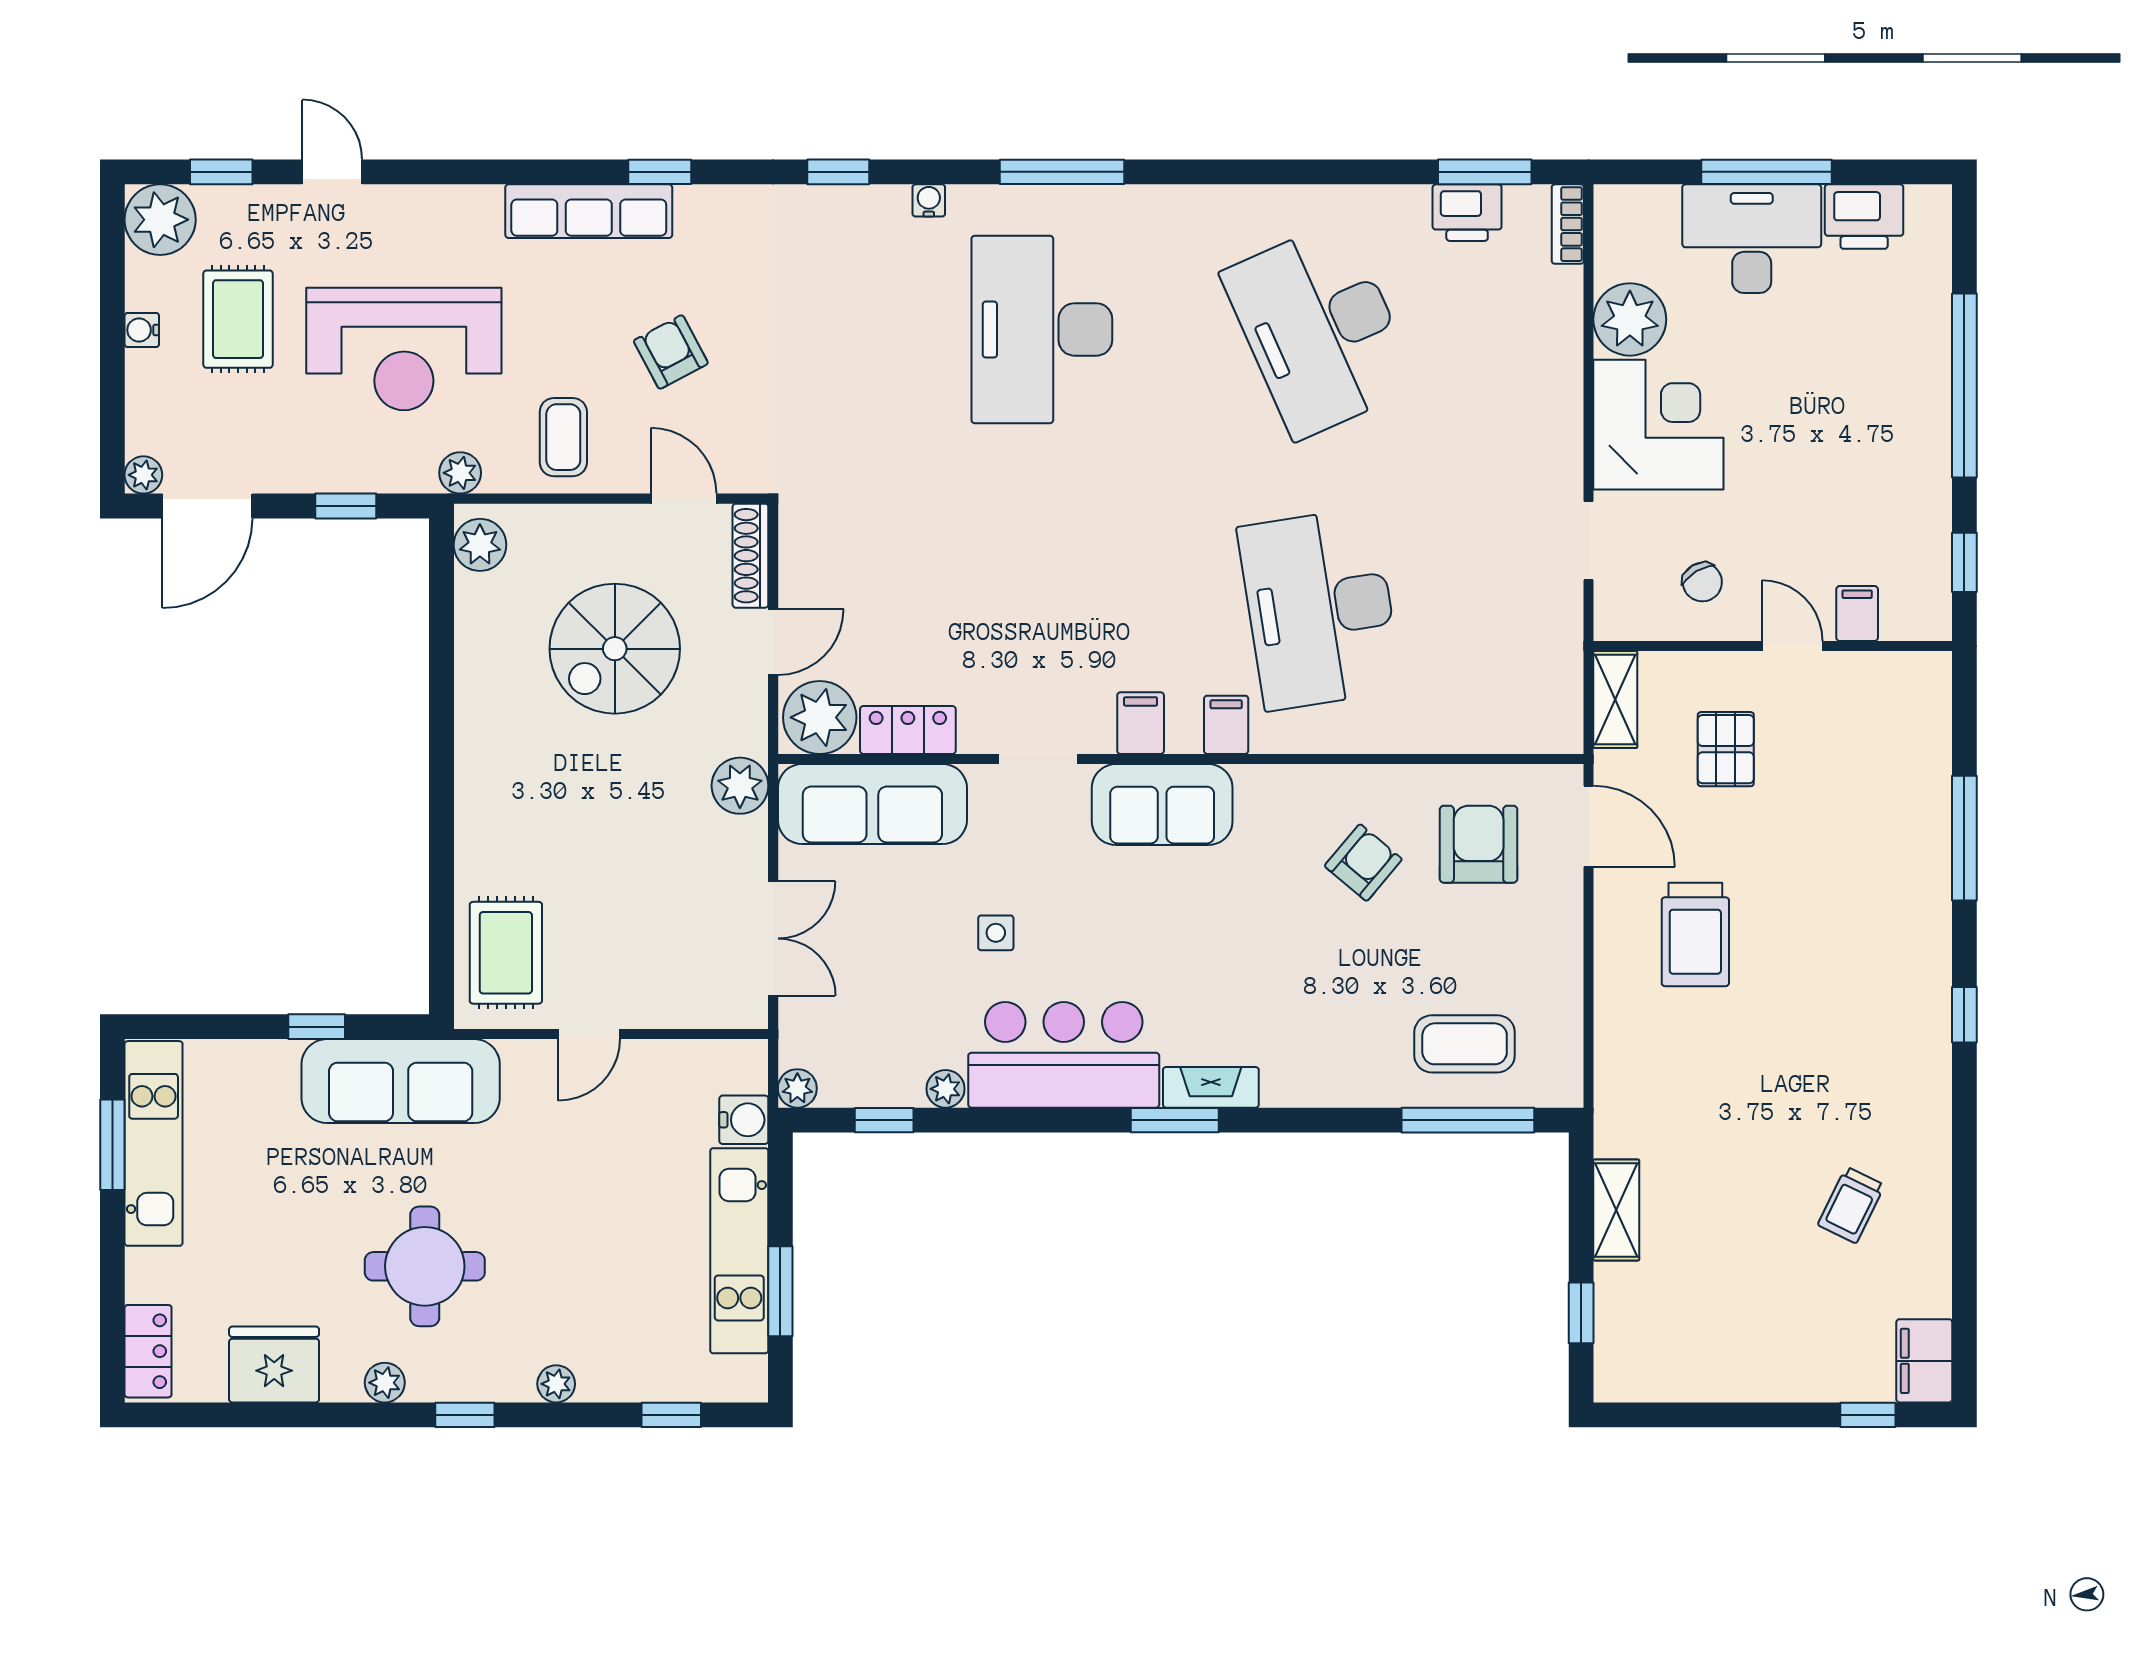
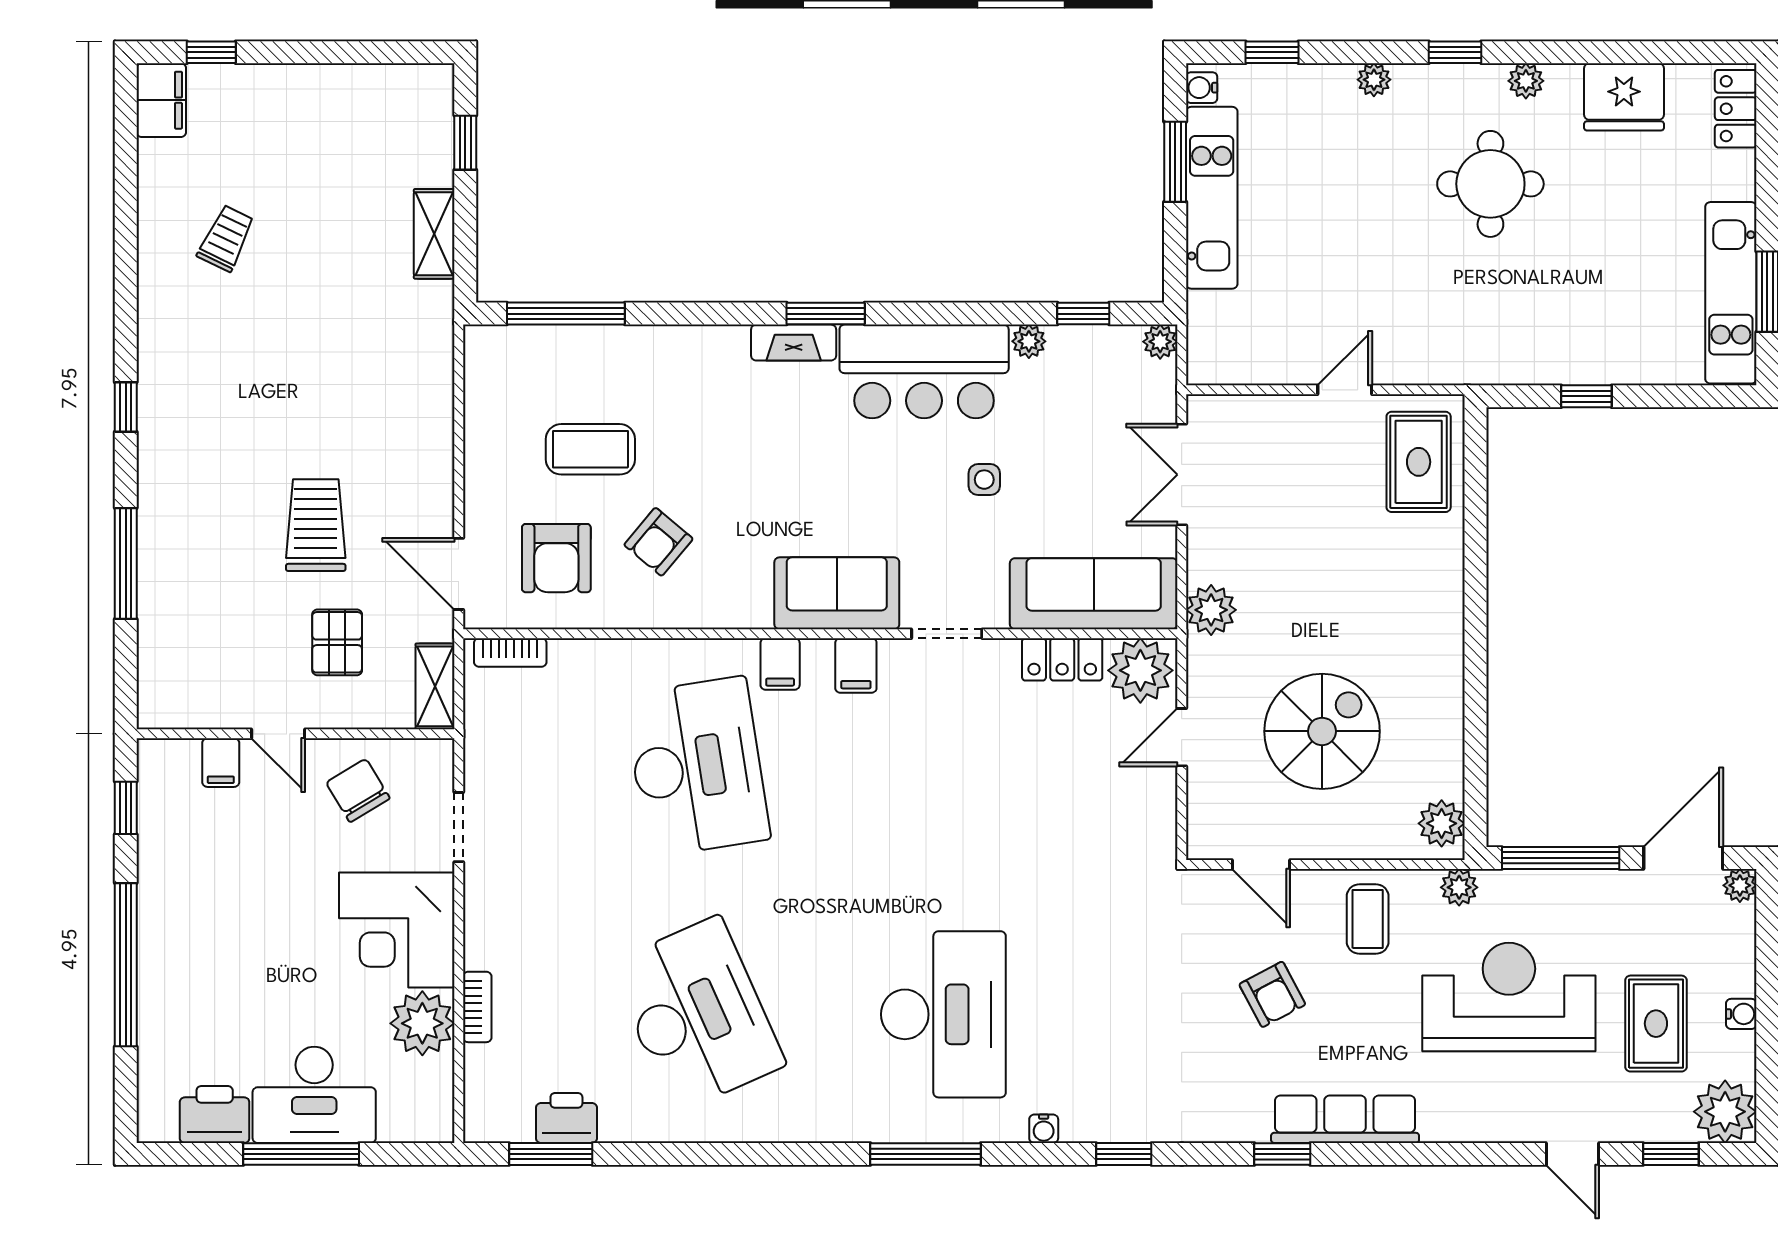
bookcase: (1568, 224) -> (477, 1007), moved
window: (346, 506) -> (1561, 858), width x2.17
shoe rack: (750, 556) -> (1202, 814), removed
chair: (1702, 582) -> (358, 790), width x1.37, depth x1.37
bookcase: (1531, 738) -> (510, 652), added
trolley: (1695, 934) -> (316, 525), moved
coffee table: (1465, 1044) -> (590, 449), moved
sofa: (401, 1081) -> (1512, 348), removed
water cooler: (744, 1120) -> (1202, 88), moved, width x0.72, depth x0.72

